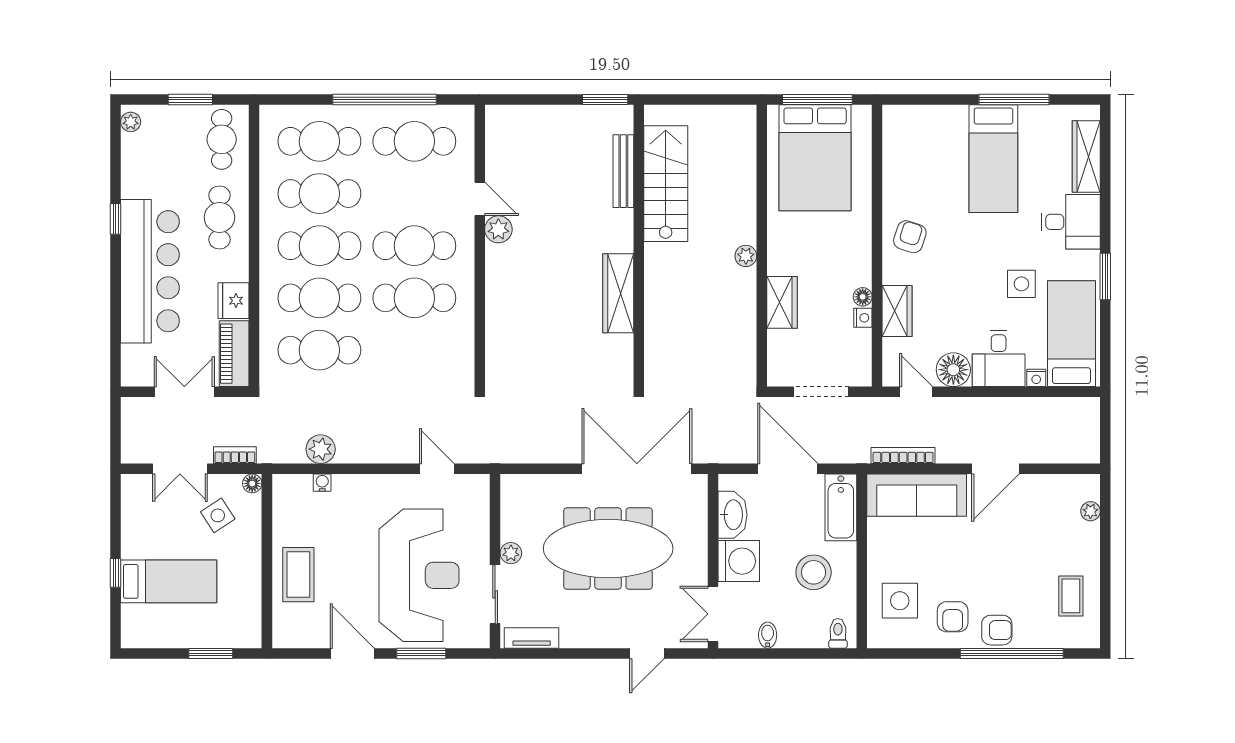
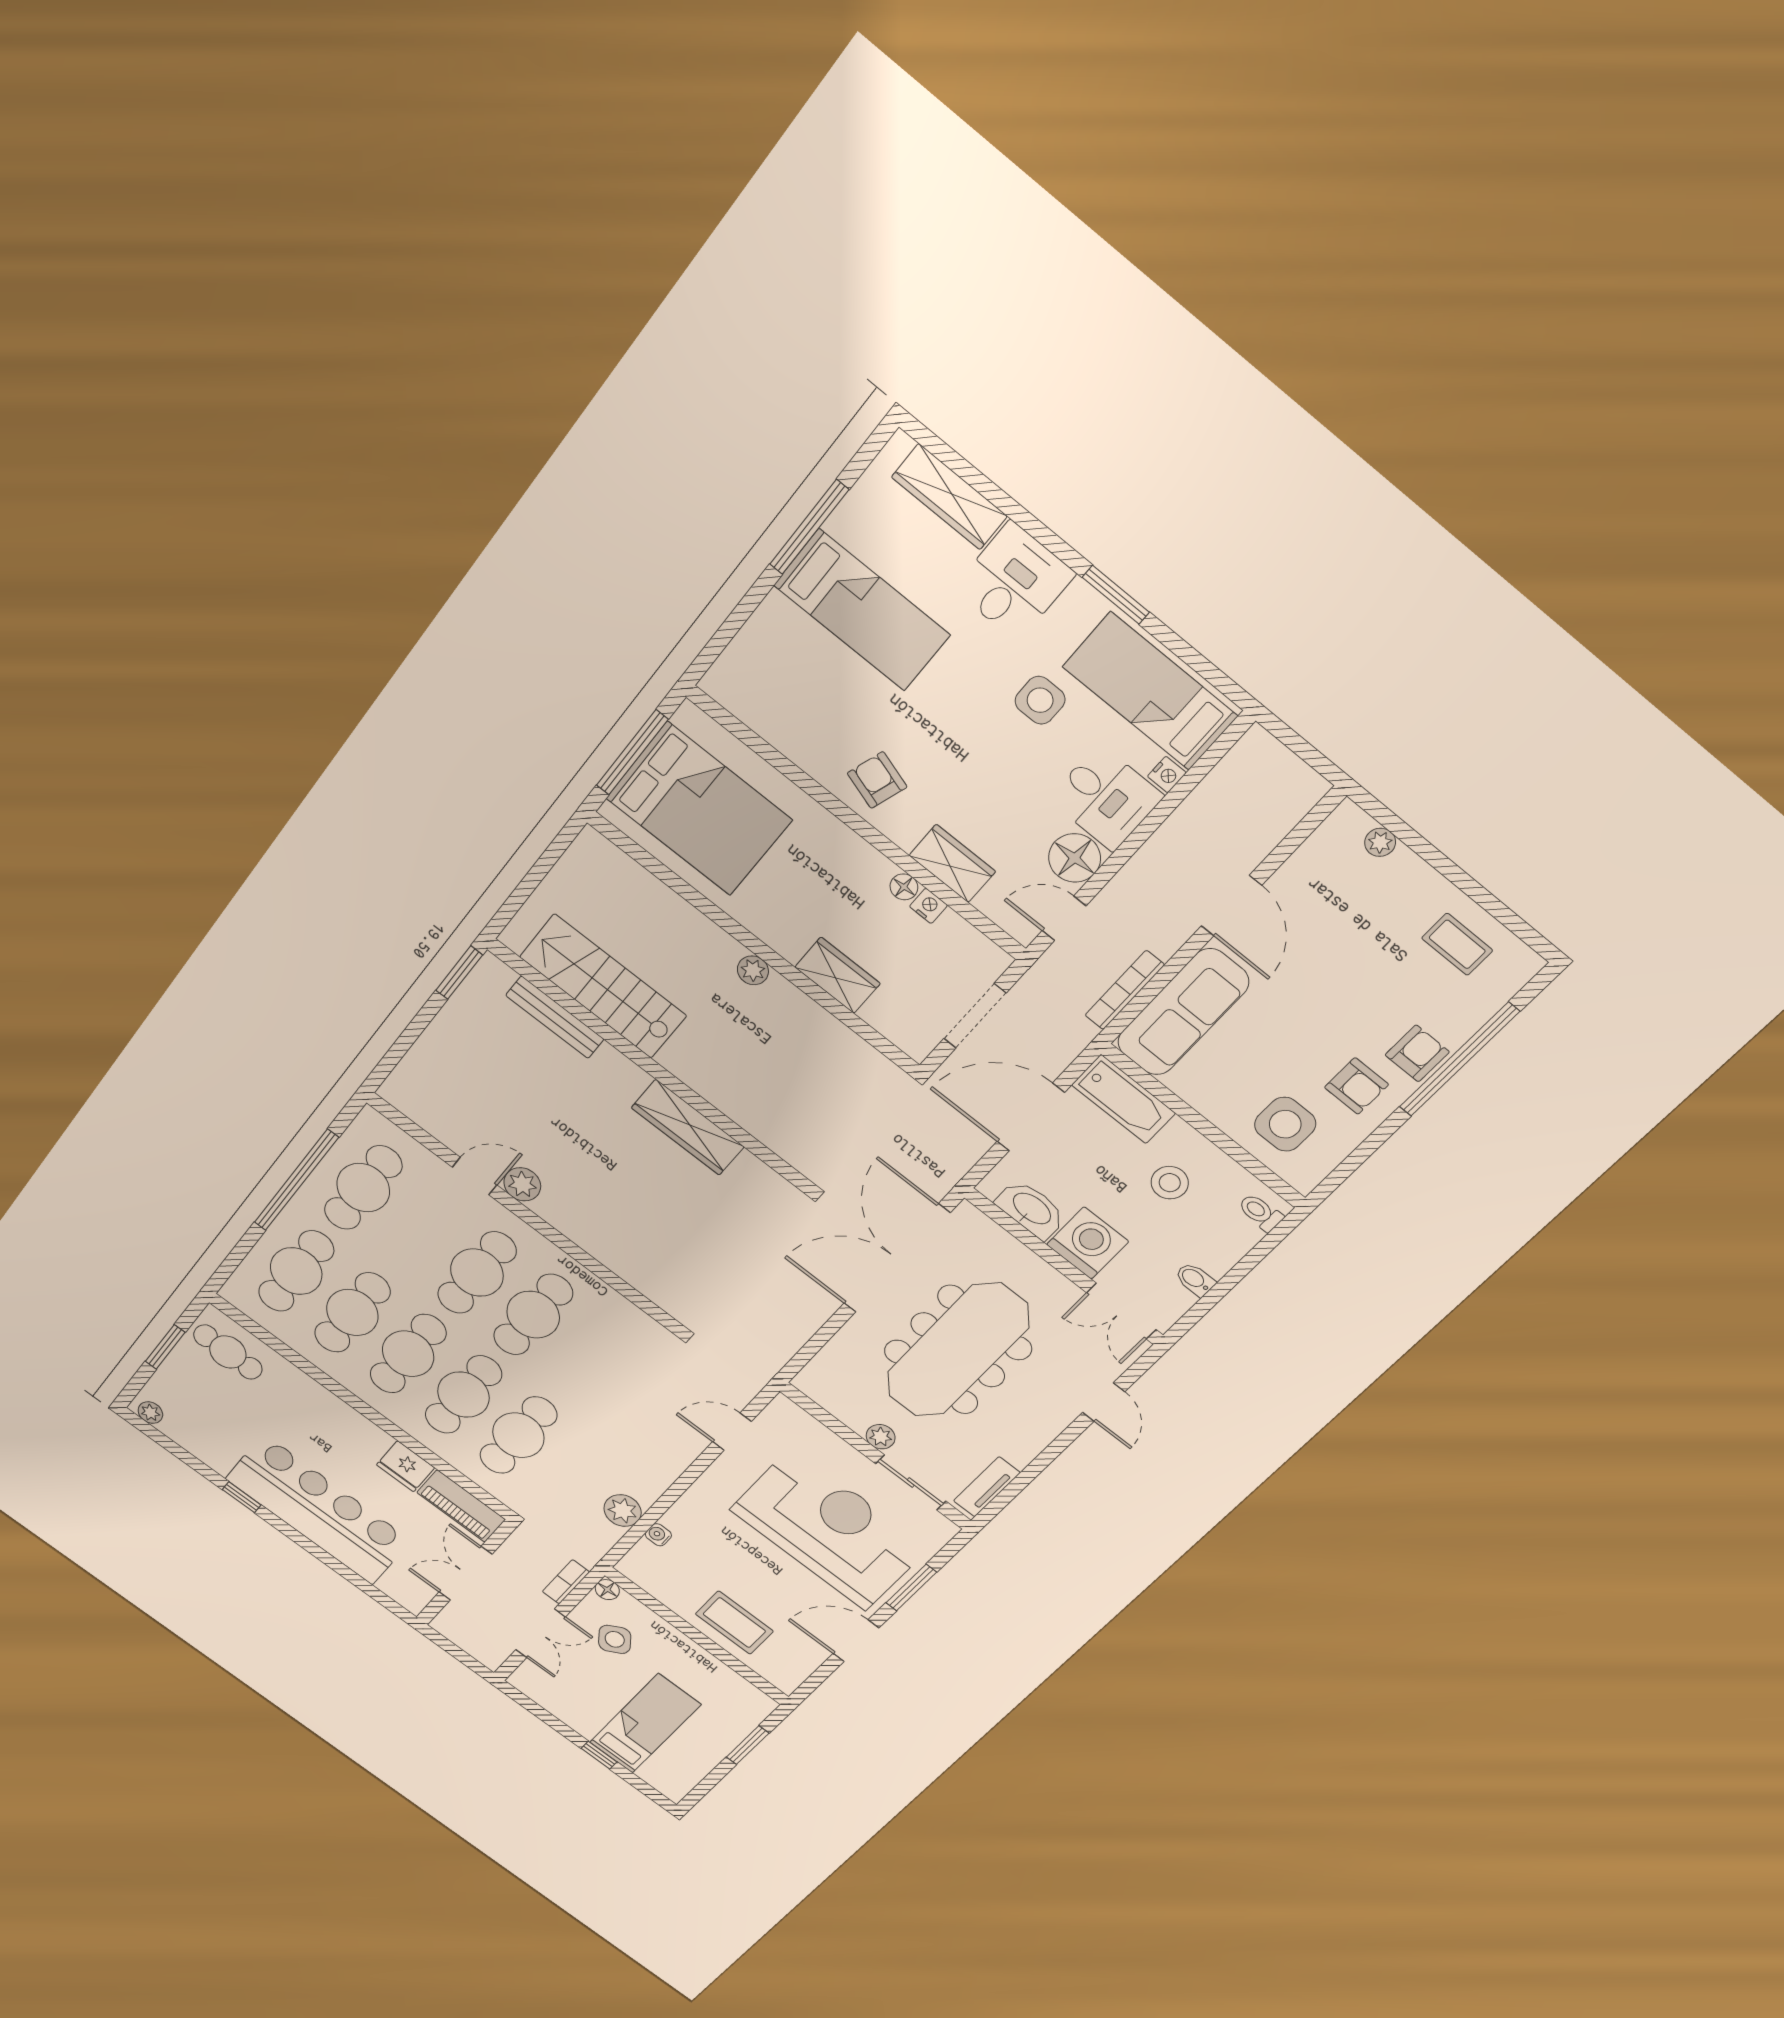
cafe table: (219, 217) -> (309, 1414), removed
stool: (814, 572) -> (1170, 1183), width x0.73, depth x0.73

